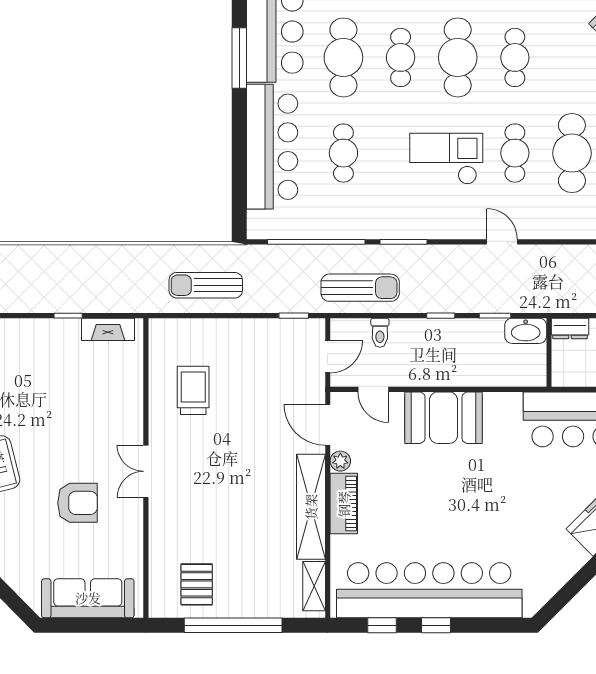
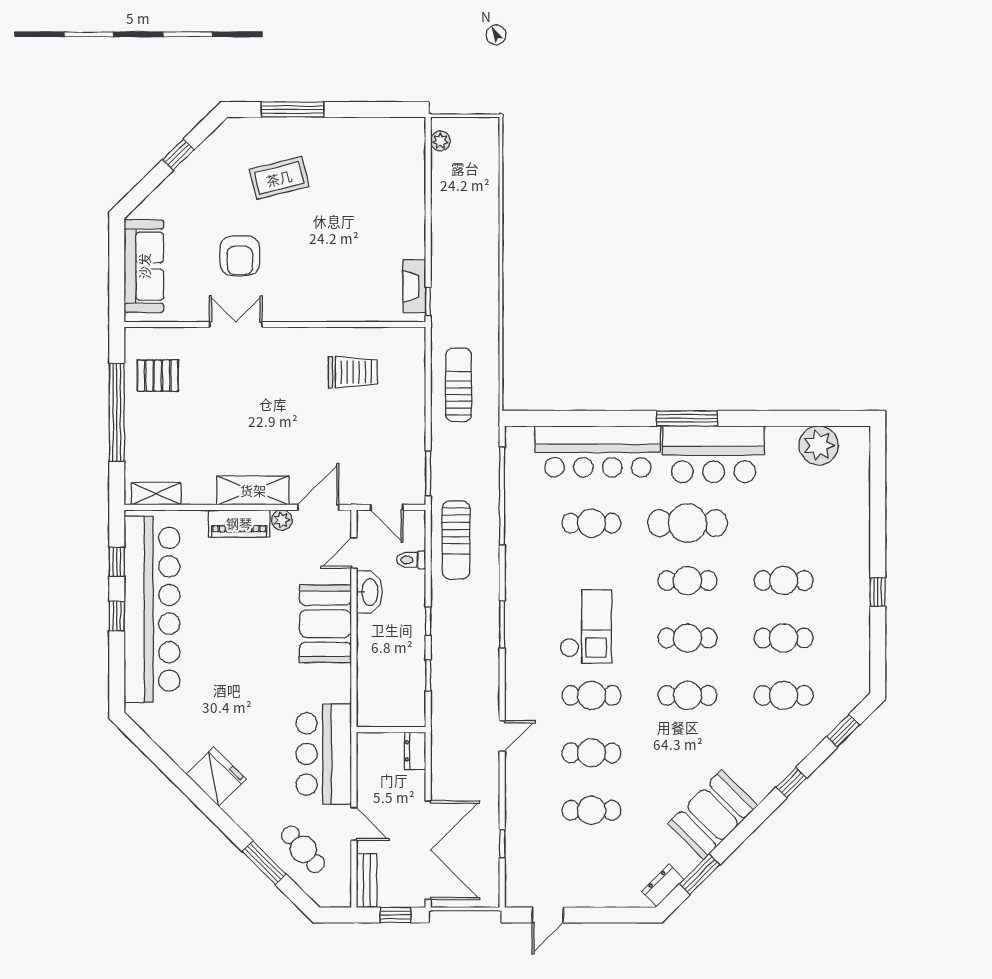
cafe table: (458, 57) -> (687, 638), width x0.73, depth x0.74
cafe table: (572, 153) -> (591, 753), width x0.73, depth x0.74
window: (404, 242) -> (502, 624), moved
door: (502, 242) -> (502, 736), moved
window: (68, 316) -> (428, 301), moved
window: (294, 316) -> (428, 473), width x1.50
washbasin: (526, 331) -> (369, 592), moved, turned 180
double door: (146, 471) -> (236, 325), moved
shelving: (311, 507) -> (253, 490), width x0.68

